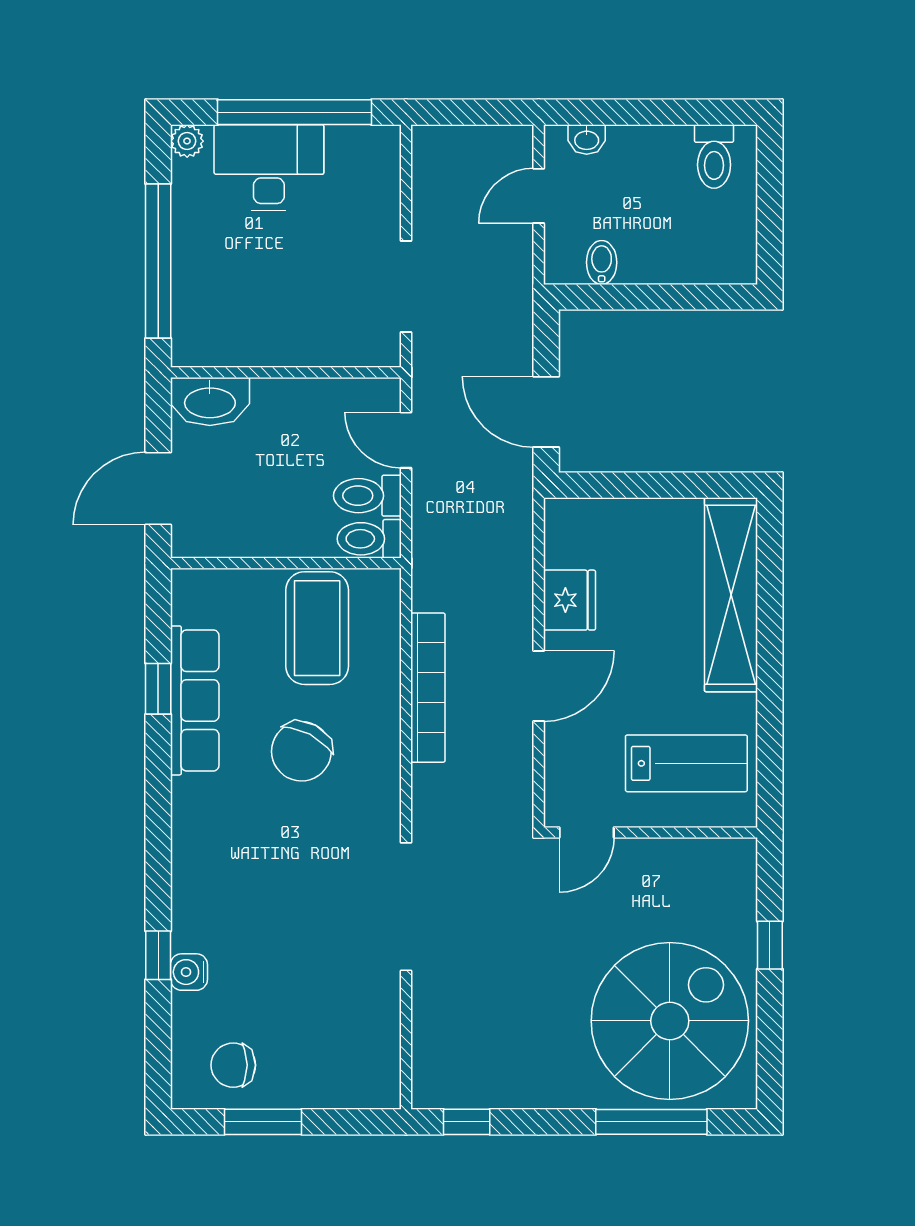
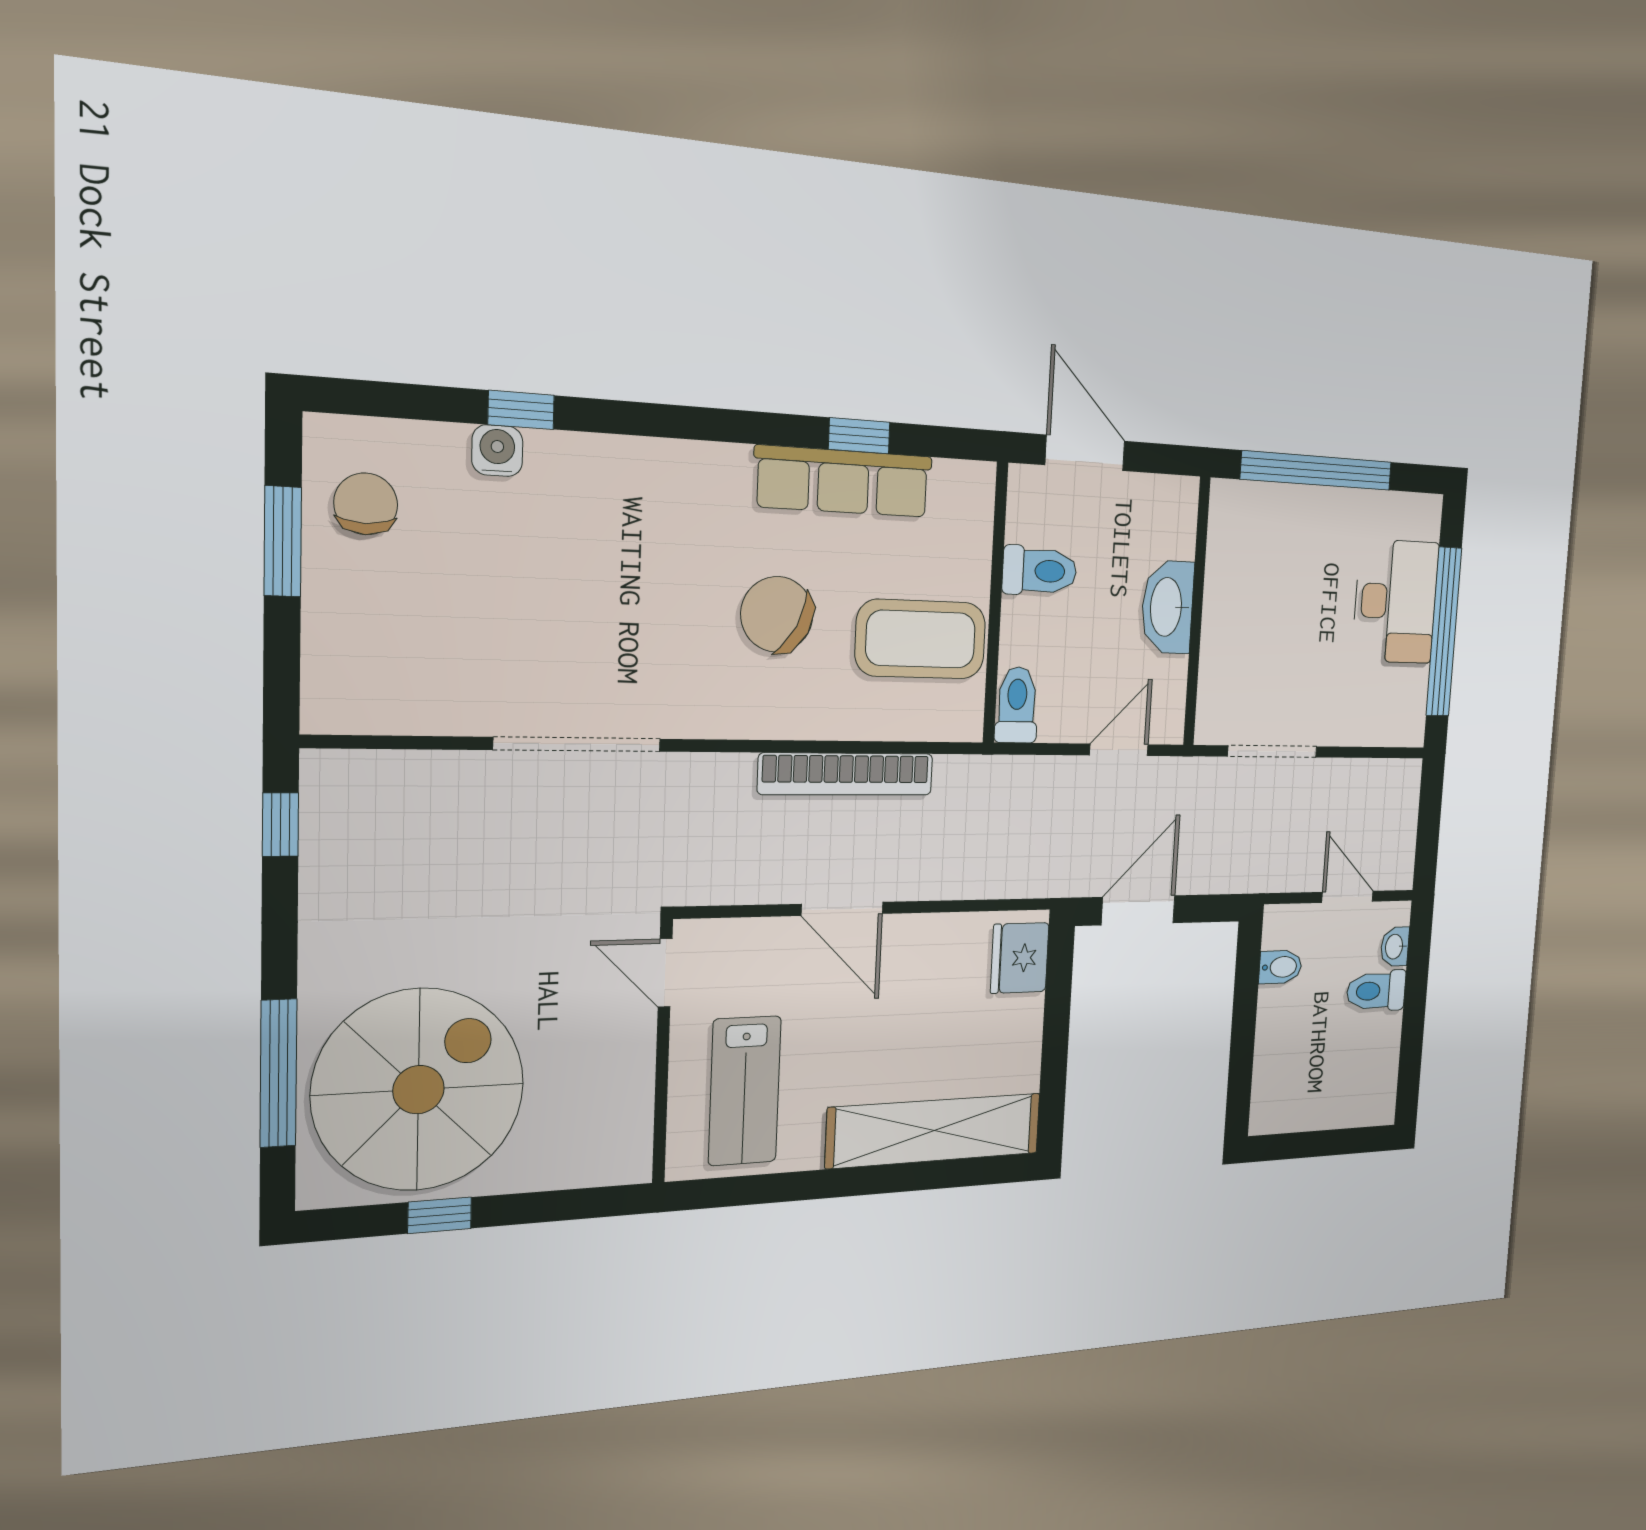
plant: (187, 141) -> (1427, 512), removed
toilet: (714, 156) -> (1376, 991), moved
washbasin: (210, 401) -> (1167, 607), moved
toilet: (367, 496) -> (1040, 571), moved, turned 90
fridge: (569, 600) -> (1020, 958), moved, turned 90
window: (770, 945) -> (440, 1215), moved
spiral stairs: (670, 1021) -> (419, 1090), turned -90

